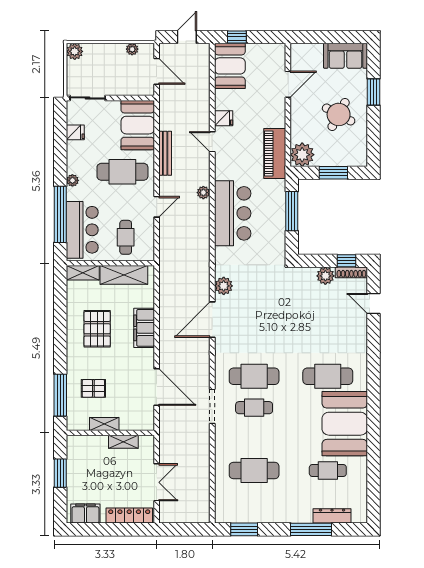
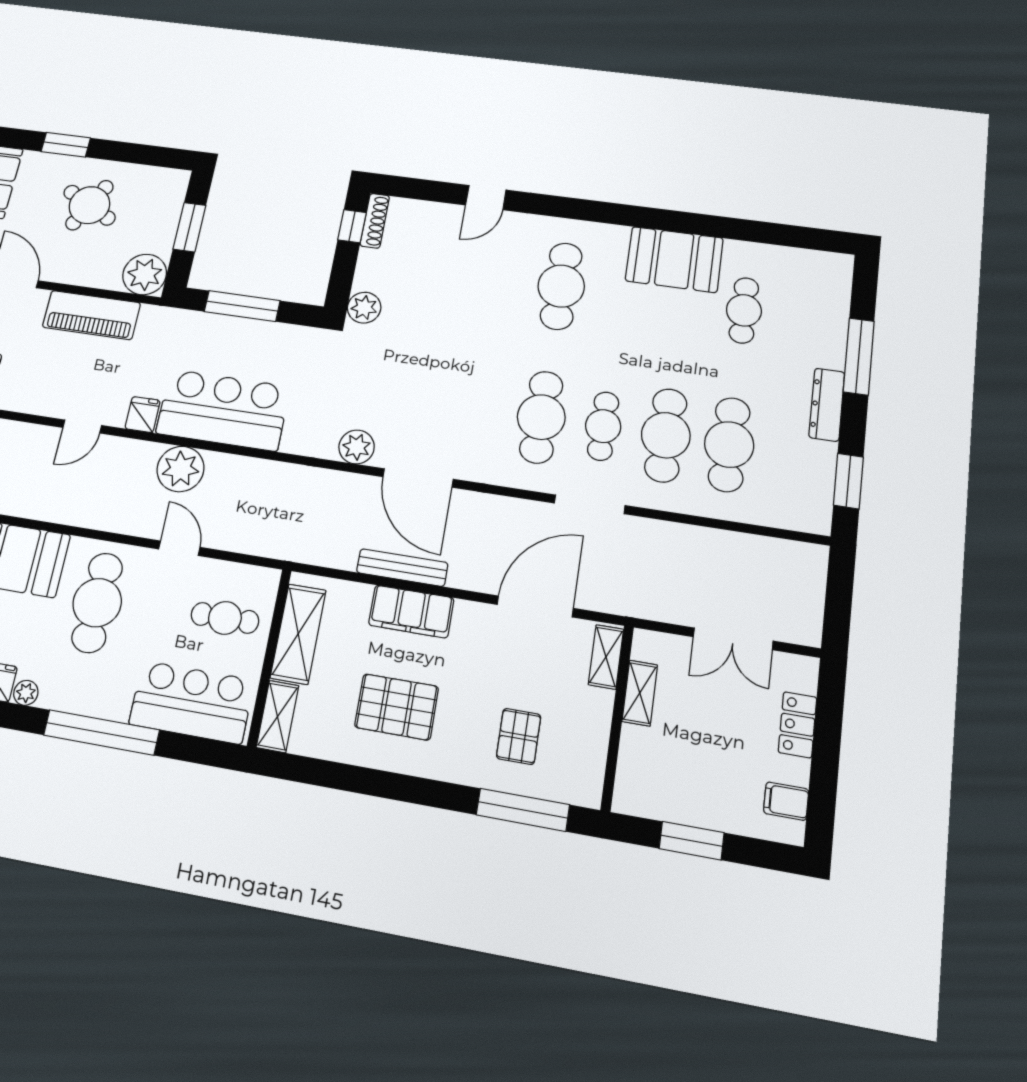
fridge: (224, 118) -> (143, 415), moved
bench: (165, 153) -> (402, 568), moved
piano: (275, 153) -> (91, 315), moved
plant: (72, 180) -> (26, 693), moved
plant: (203, 193) -> (180, 469), width x1.88, depth x1.88
window: (60, 214) -> (101, 733), moved
plant: (325, 276) -> (364, 308), moved
door: (374, 303) -> (486, 198), moved
shelving: (104, 424) -> (606, 657), moved
booth: (345, 424) -> (674, 259), width x0.73, depth x0.70
cafe table: (254, 439) -> (666, 435), added
double door: (157, 482) -> (733, 639), swing flipped
filing cabinet: (85, 514) -> (786, 801), width x0.50
locker: (129, 516) -> (798, 725), width x0.66
dresser: (332, 516) -> (827, 405), moved

